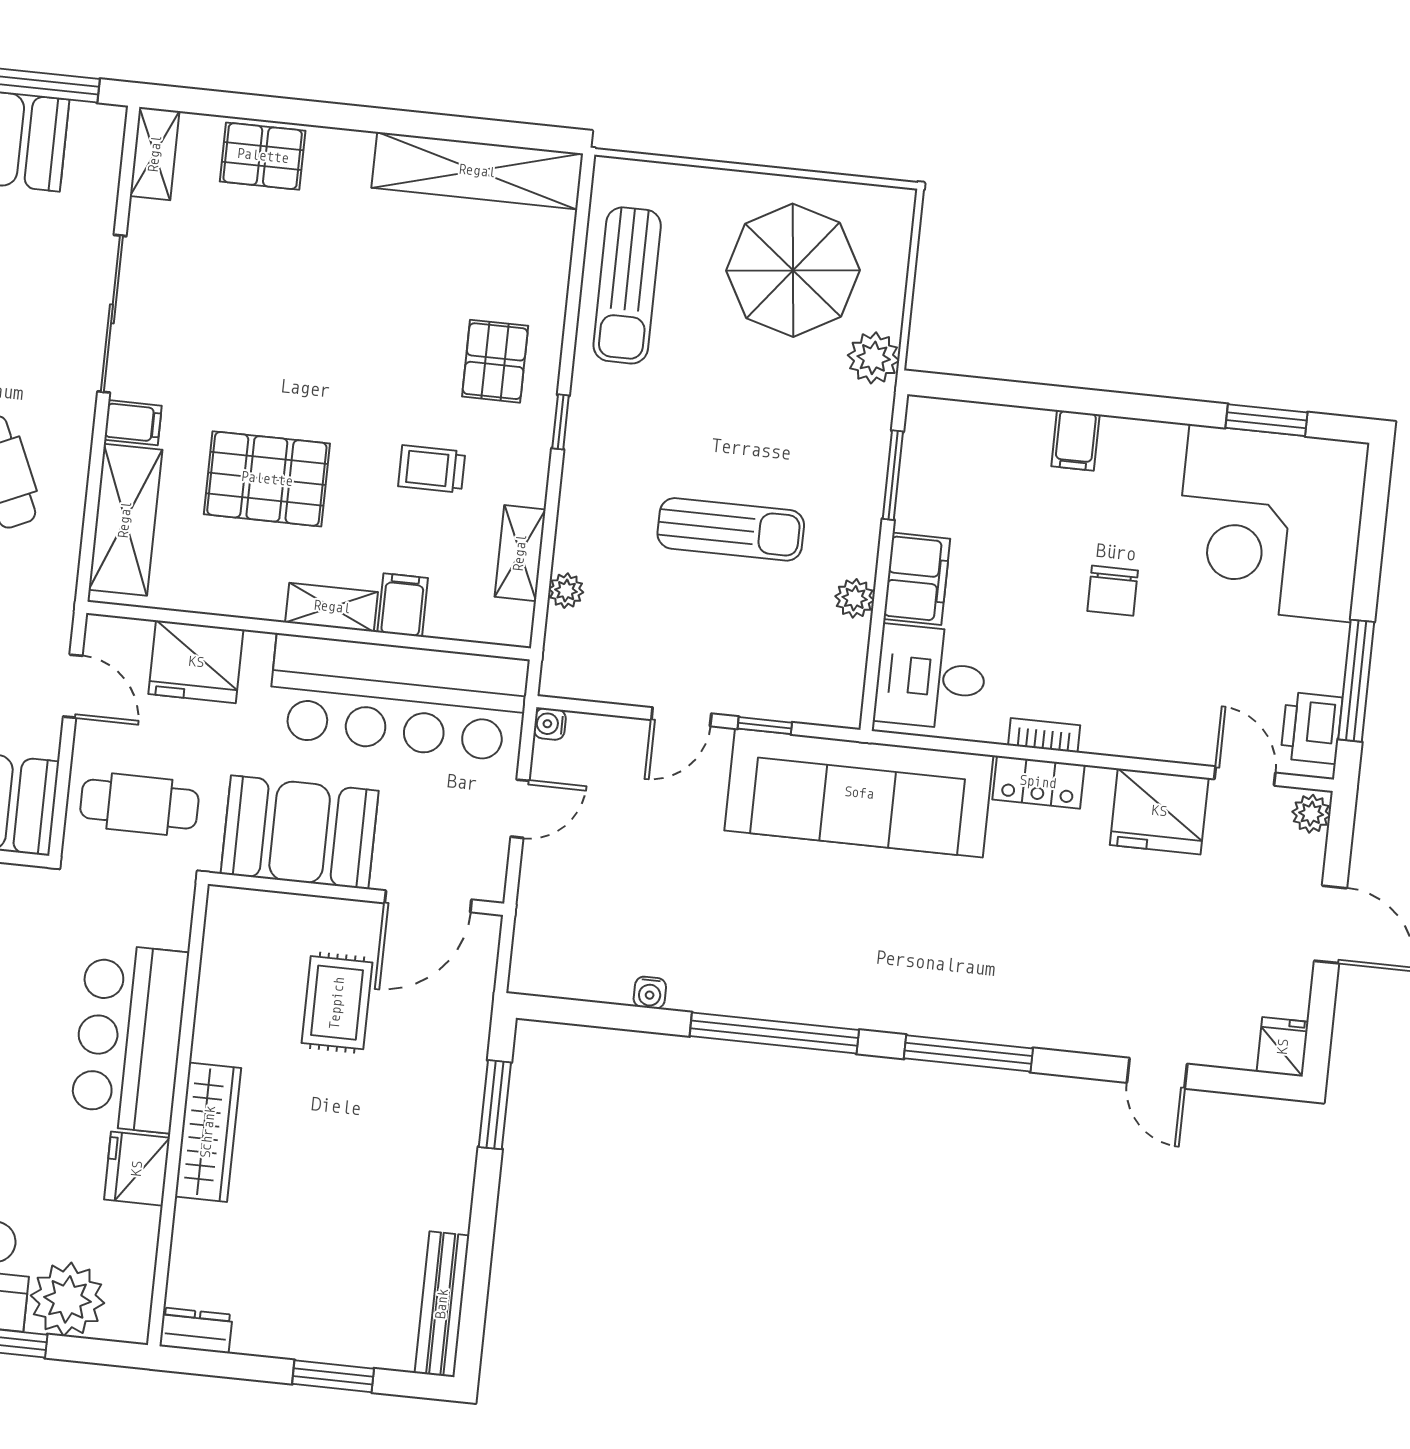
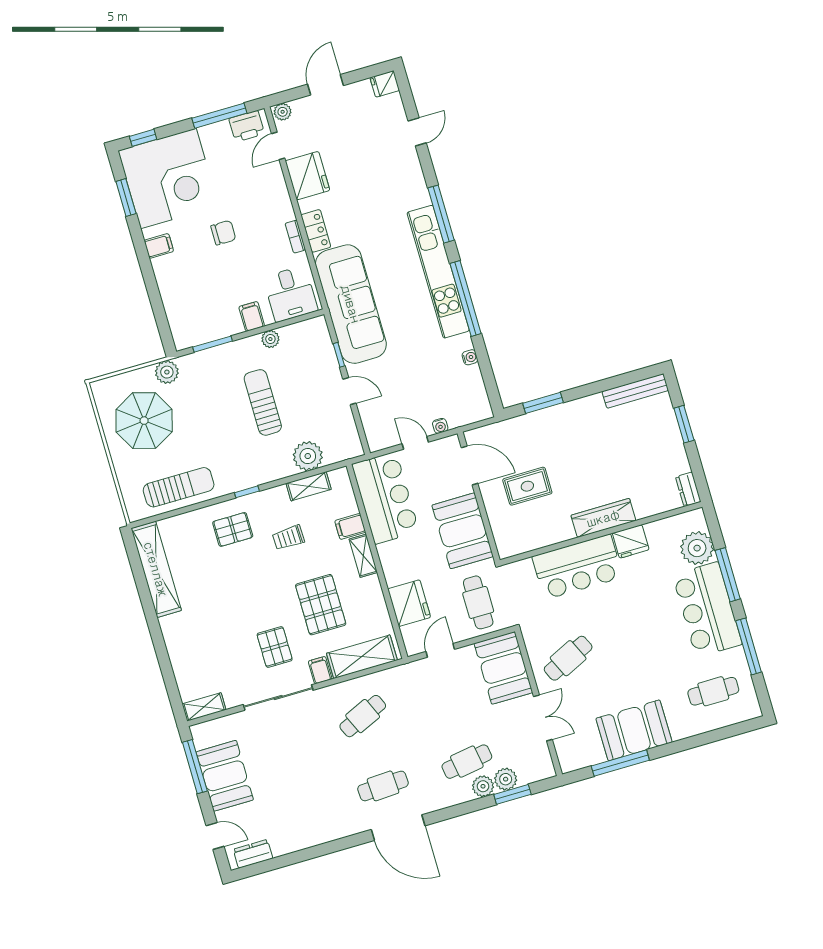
pallet: (263, 156) -> (275, 647), moved
filing cabinet: (1075, 440) -> (159, 246), moved
trolley: (432, 469) -> (288, 538), turned 88
window: (1375, 505) -> (143, 138), added
filing cabinet: (917, 579) -> (252, 316), width x0.50
plant: (566, 591) -> (308, 456), width x1.88, depth x1.88
bar counter: (398, 698) -> (385, 498), width x0.73
water cooler: (550, 724) -> (440, 426), moved
kitchen unit: (852, 999) -> (438, 272), added

